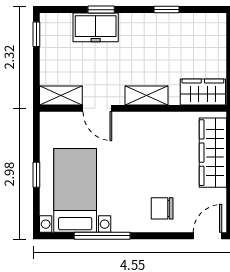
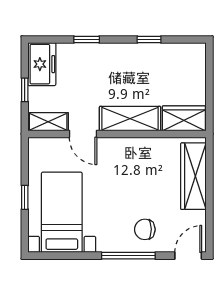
freezer: (96, 27) -> (42, 64), moved, turned -90
window: (36, 34) -> (25, 90), moved
shelving: (147, 95) -> (130, 119), width x1.50, depth x1.33
window: (102, 236) -> (128, 256), moved

